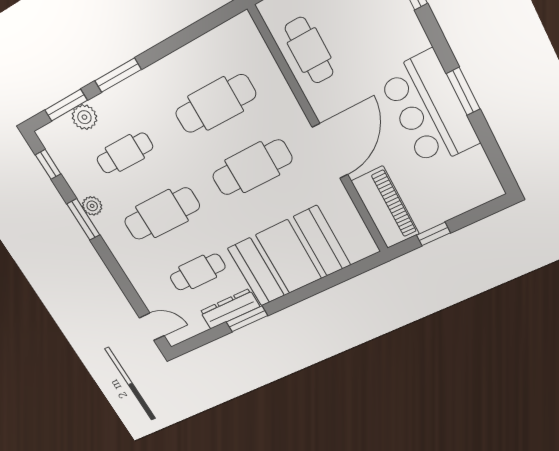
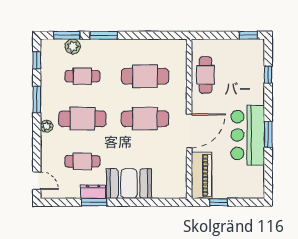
plant: (92, 206) -> (47, 126), moved
booth: (289, 257) -> (129, 184), width x0.73, depth x0.70
dresser: (230, 309) -> (93, 192), width x0.70

